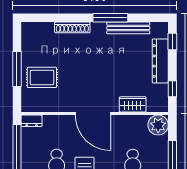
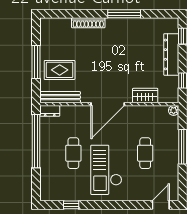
bench: (128, 28) -> (60, 97), moved
door: (93, 114) -> (108, 104), hinge flipped
plant: (158, 125) -> (174, 110), width x0.53, depth x0.53

